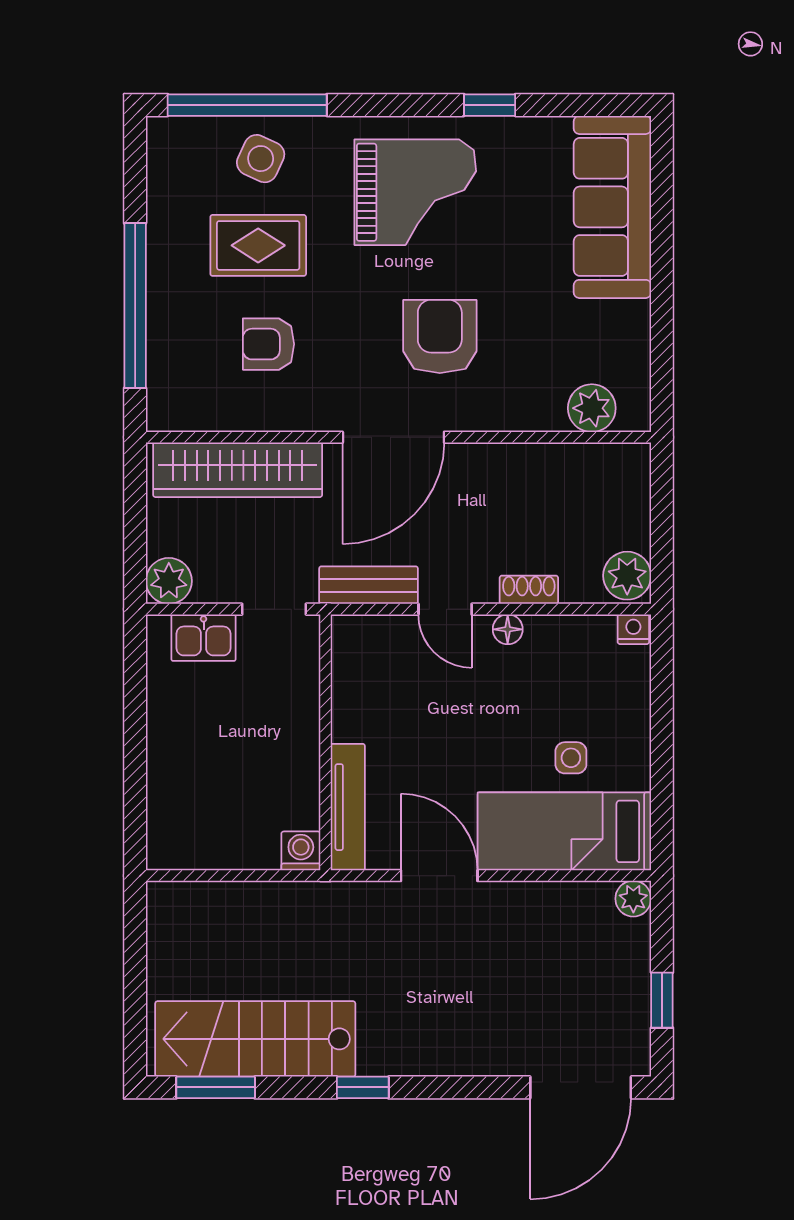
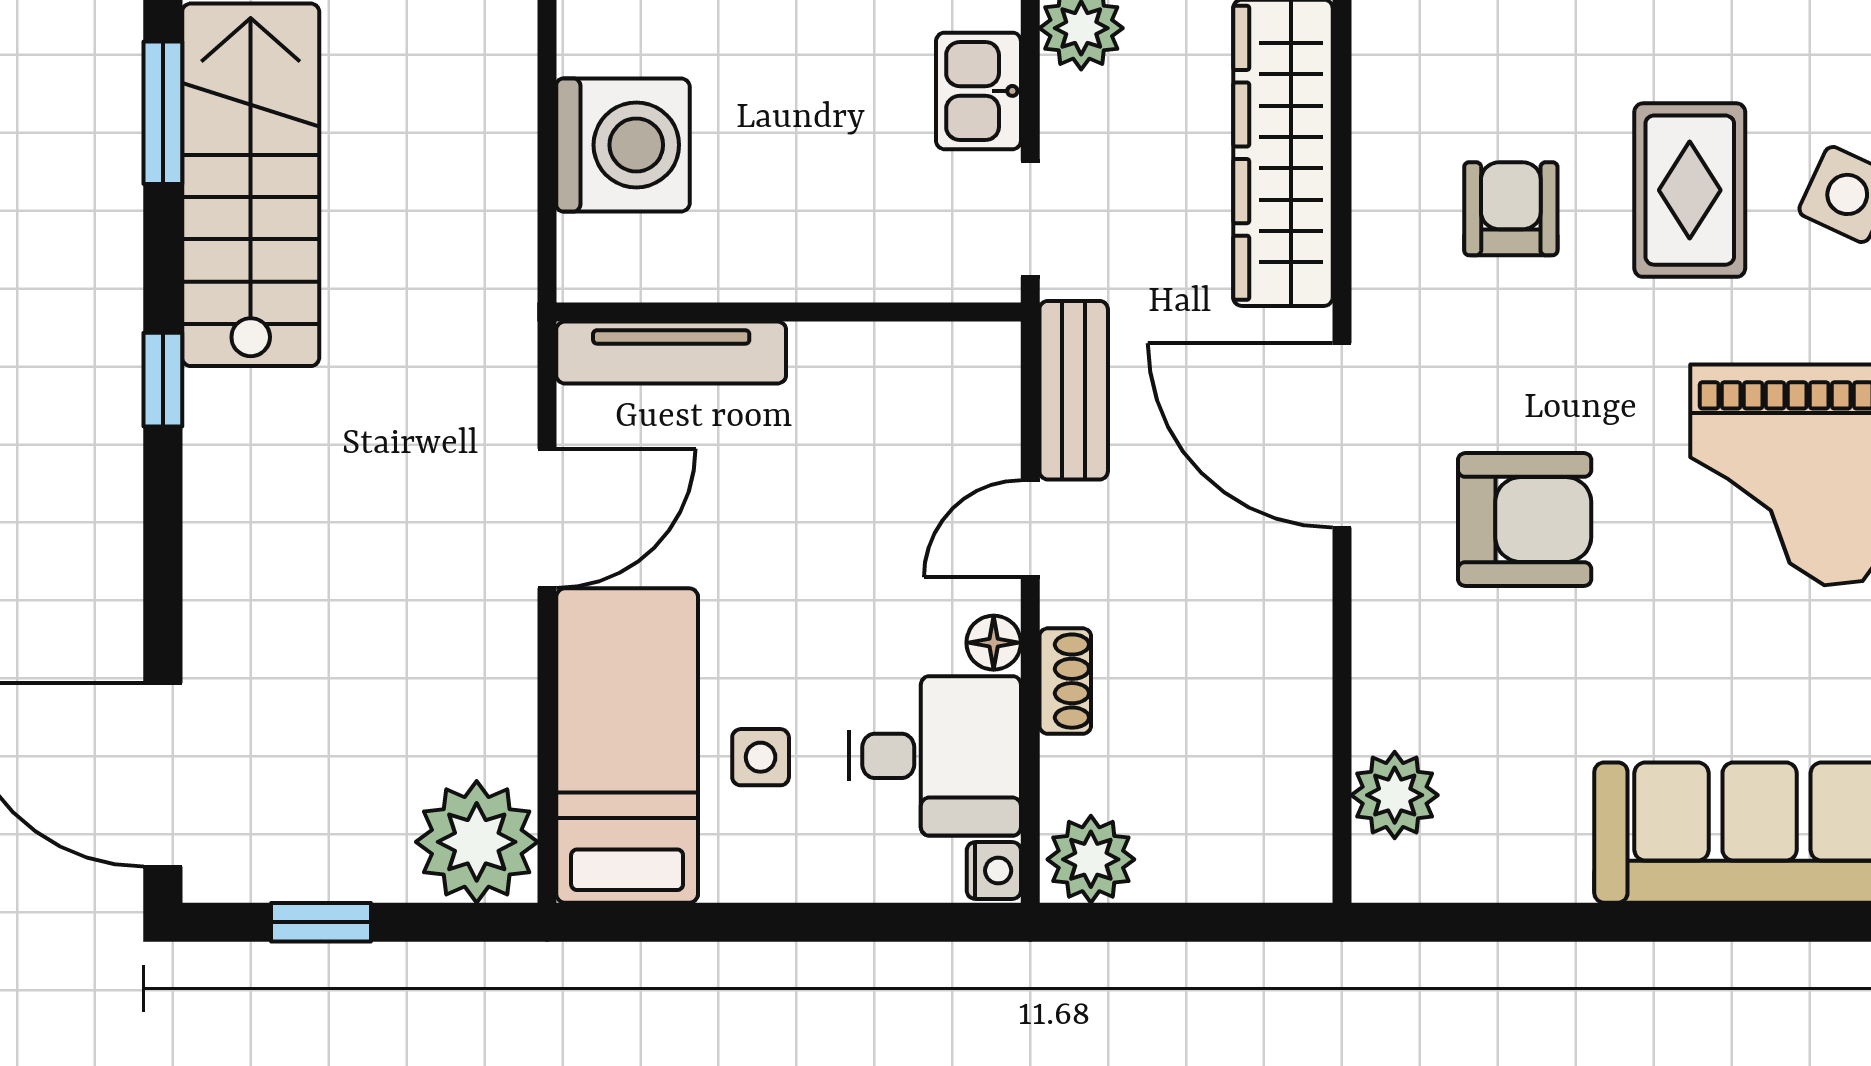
desk: (570, 662) -> (935, 756), added
washing machine: (301, 851) -> (623, 145), moved, width x1.89, depth x1.89
plant: (633, 899) -> (477, 842), width x1.88, depth x1.88

